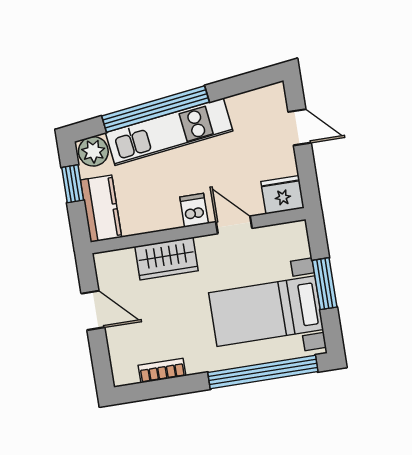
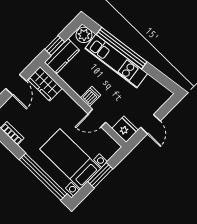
door: (300, 127) -> (150, 124), moved
window: (73, 184) -> (55, 45), moved
door: (234, 225) -> (97, 118), swing flipped
wardrobe: (166, 259) -> (45, 84), moved

